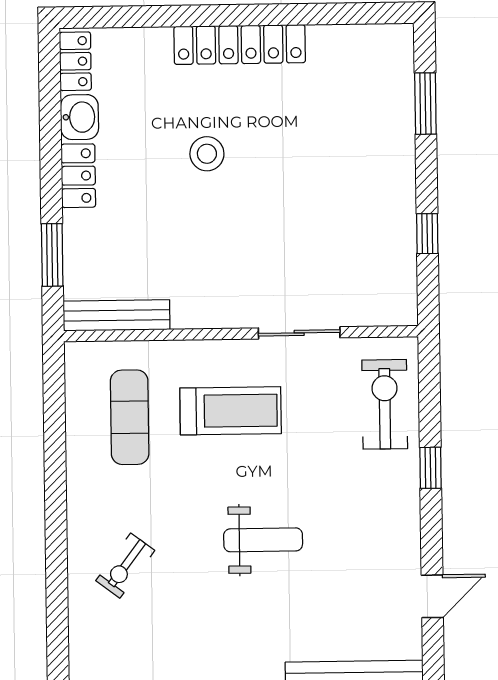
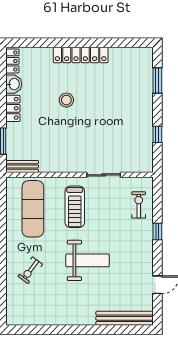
bench: (117, 315) -> (22, 167), width x0.73
exercise bike: (385, 404) -> (139, 205), width x0.73, depth x0.72
treadmill: (231, 411) -> (75, 207), turned 90
exercise mat: (130, 417) -> (33, 209), width x1.36, depth x1.45
weight bench: (263, 540) -> (87, 260), width x1.36, depth x1.33

